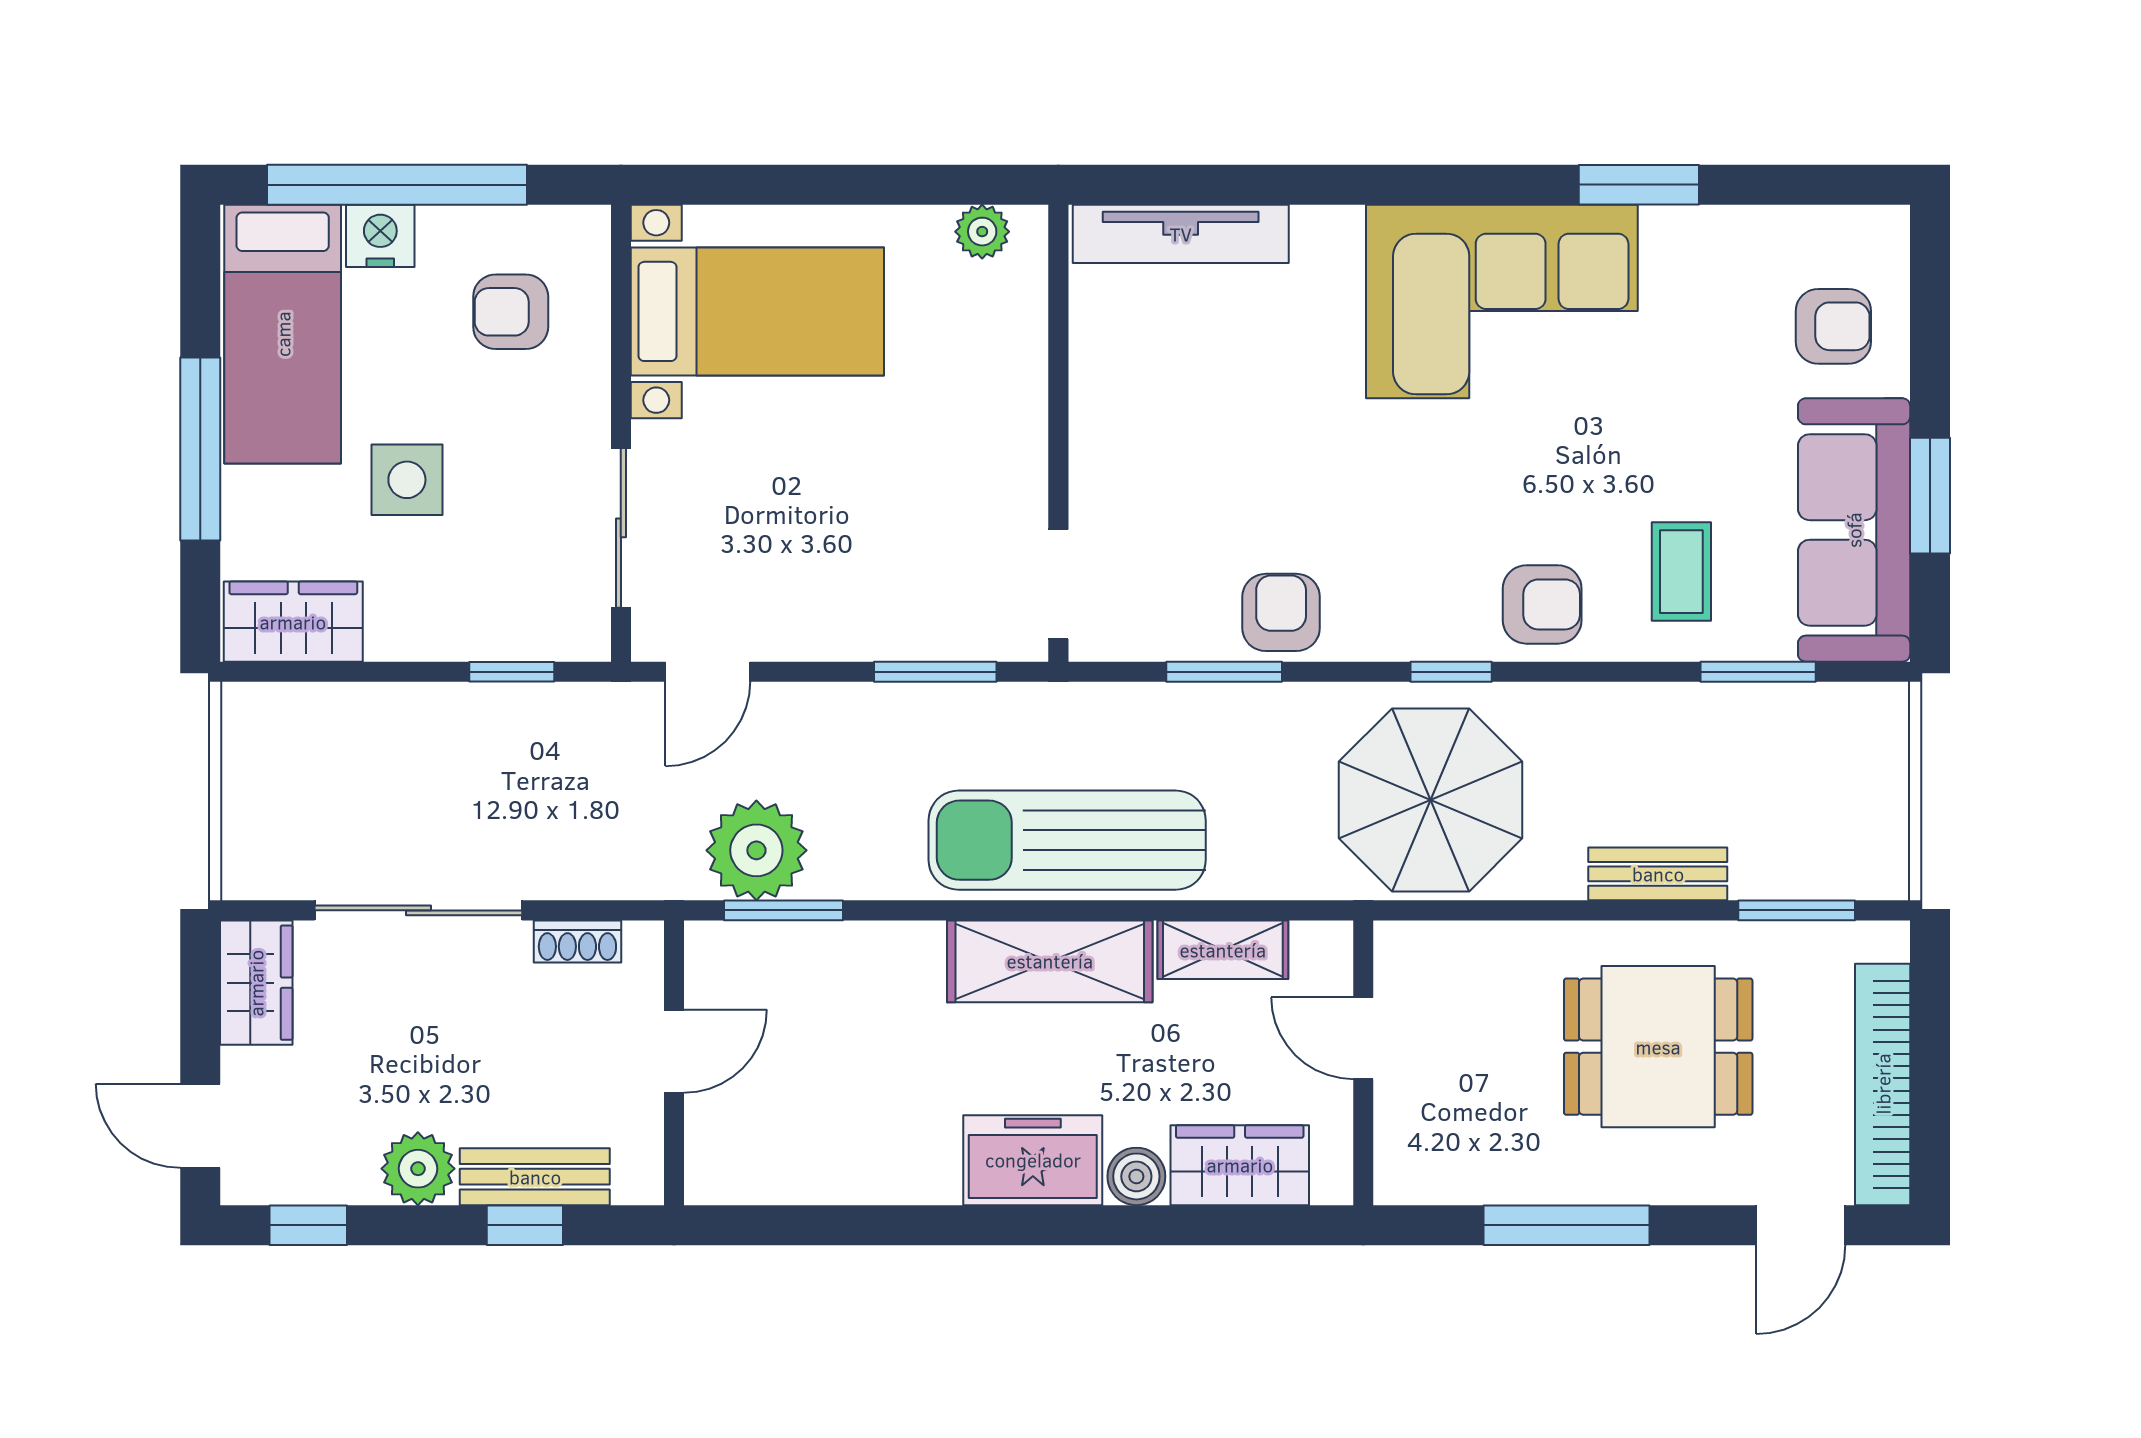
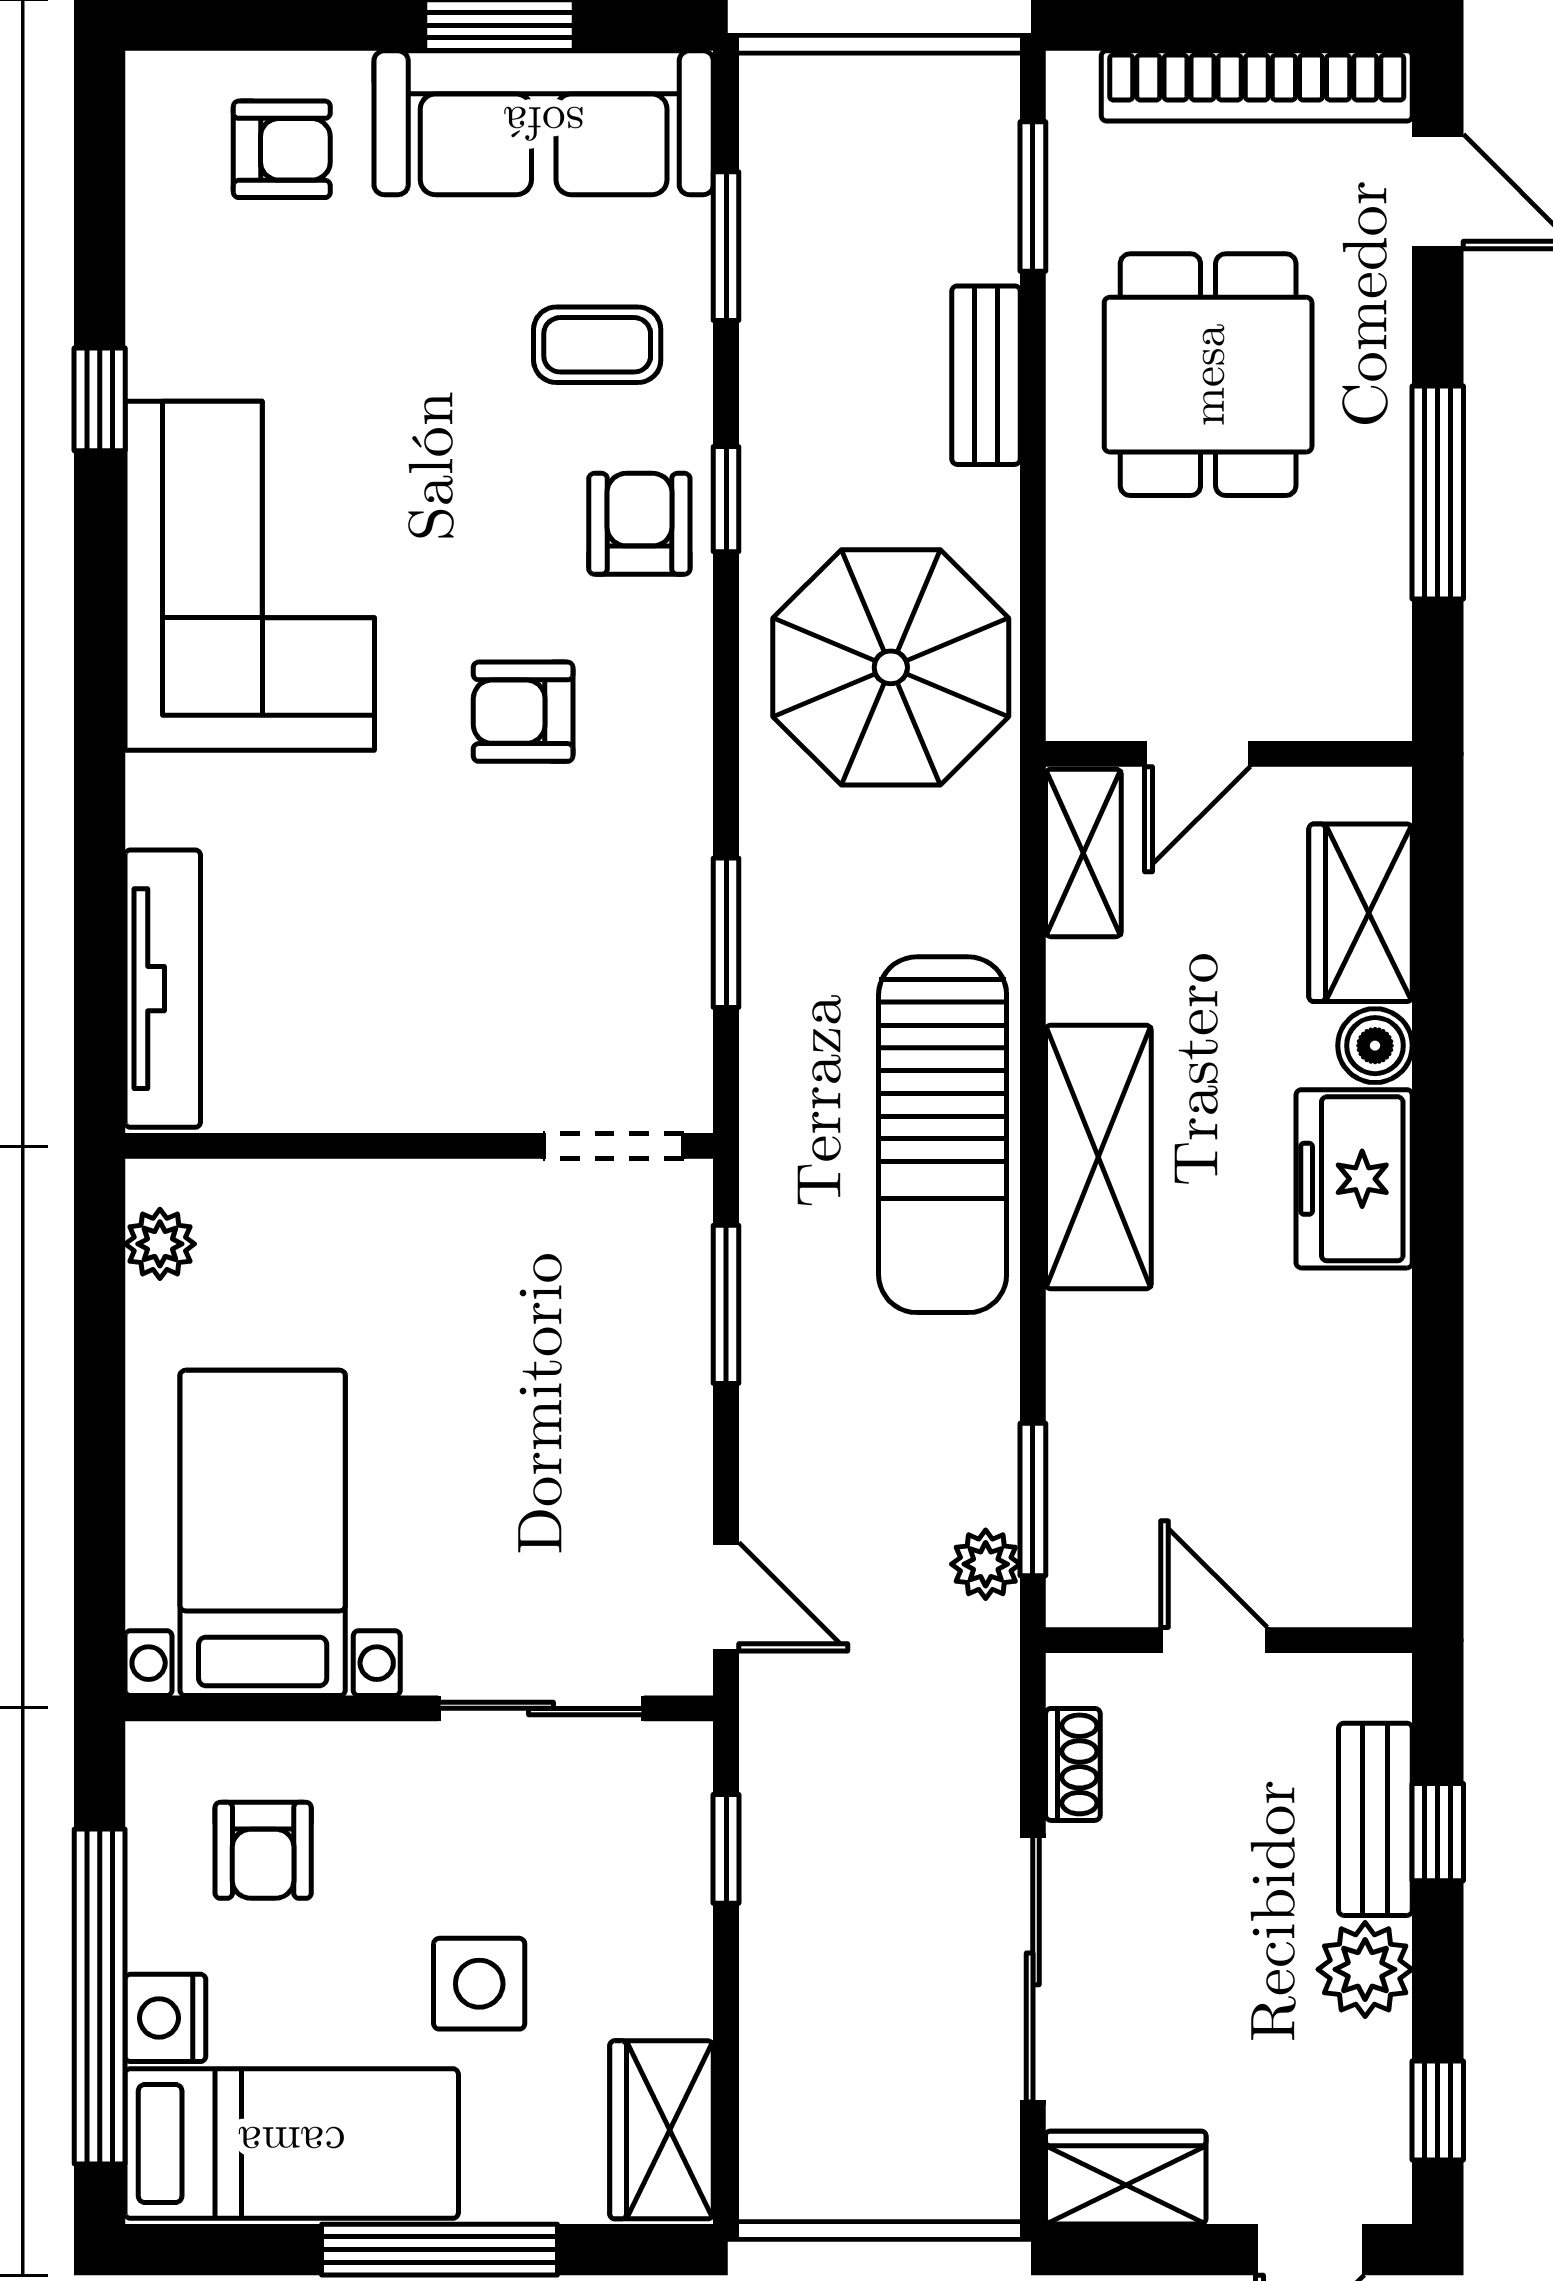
window: (1639, 185) -> (100, 399), width x0.67
armchair: (1833, 326) -> (282, 149), turned 90
armchair: (1281, 612) -> (523, 712), moved
window: (1451, 672) -> (726, 499), moved
plant: (756, 850) -> (986, 1564), width x0.53, depth x0.53
shelving: (1223, 950) -> (1083, 853), moved

